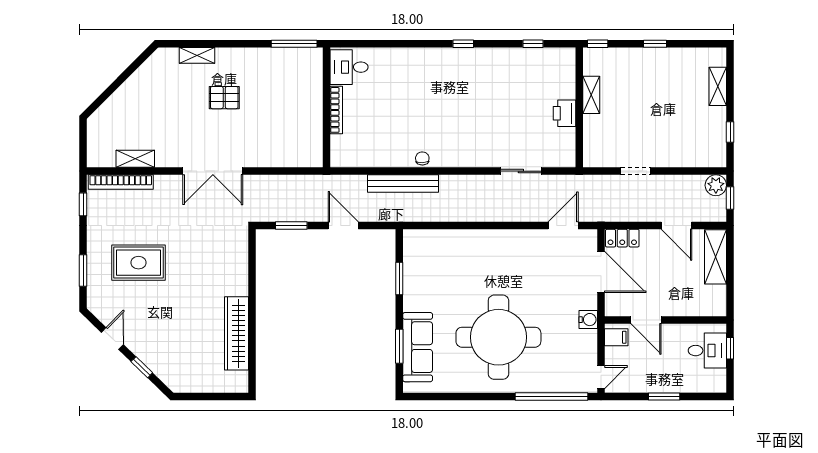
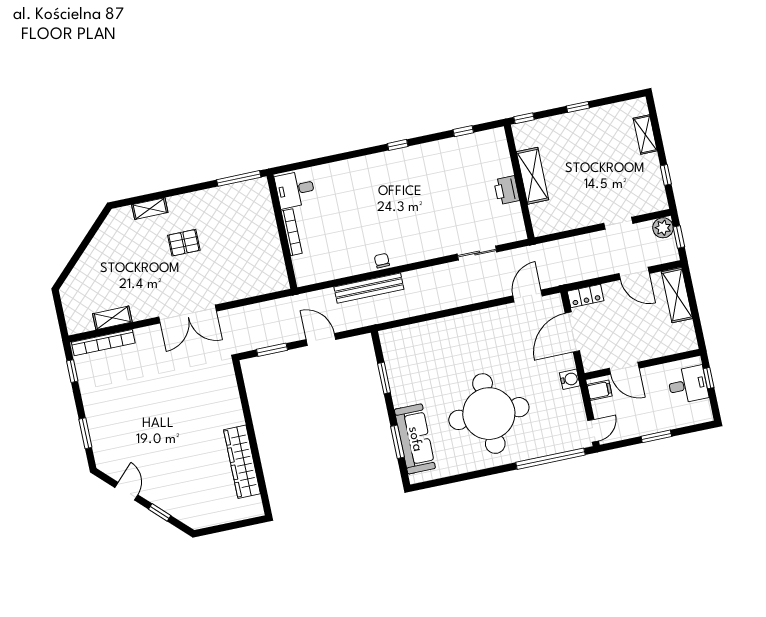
shelving: (591, 95) -> (533, 176), width x1.50, depth x1.33
doorway: (635, 171) -> (618, 223), moved
rug: (139, 263) -> (136, 415), removed
door: (601, 272) -> (572, 332), swing flipped

